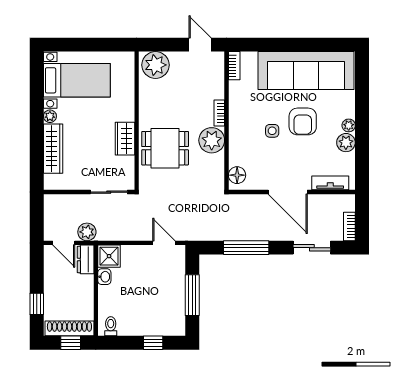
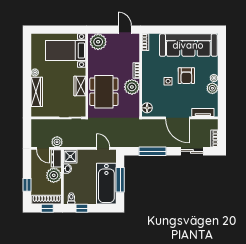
bed with nightstands: (77, 80) -> (66, 51), moved, turned 180
dining table: (165, 148) -> (104, 92), width x1.38
plant: (81, 288) -> (54, 175), added
bathtub: (169, 302) -> (106, 184), added
window: (153, 343) -> (82, 208), moved

